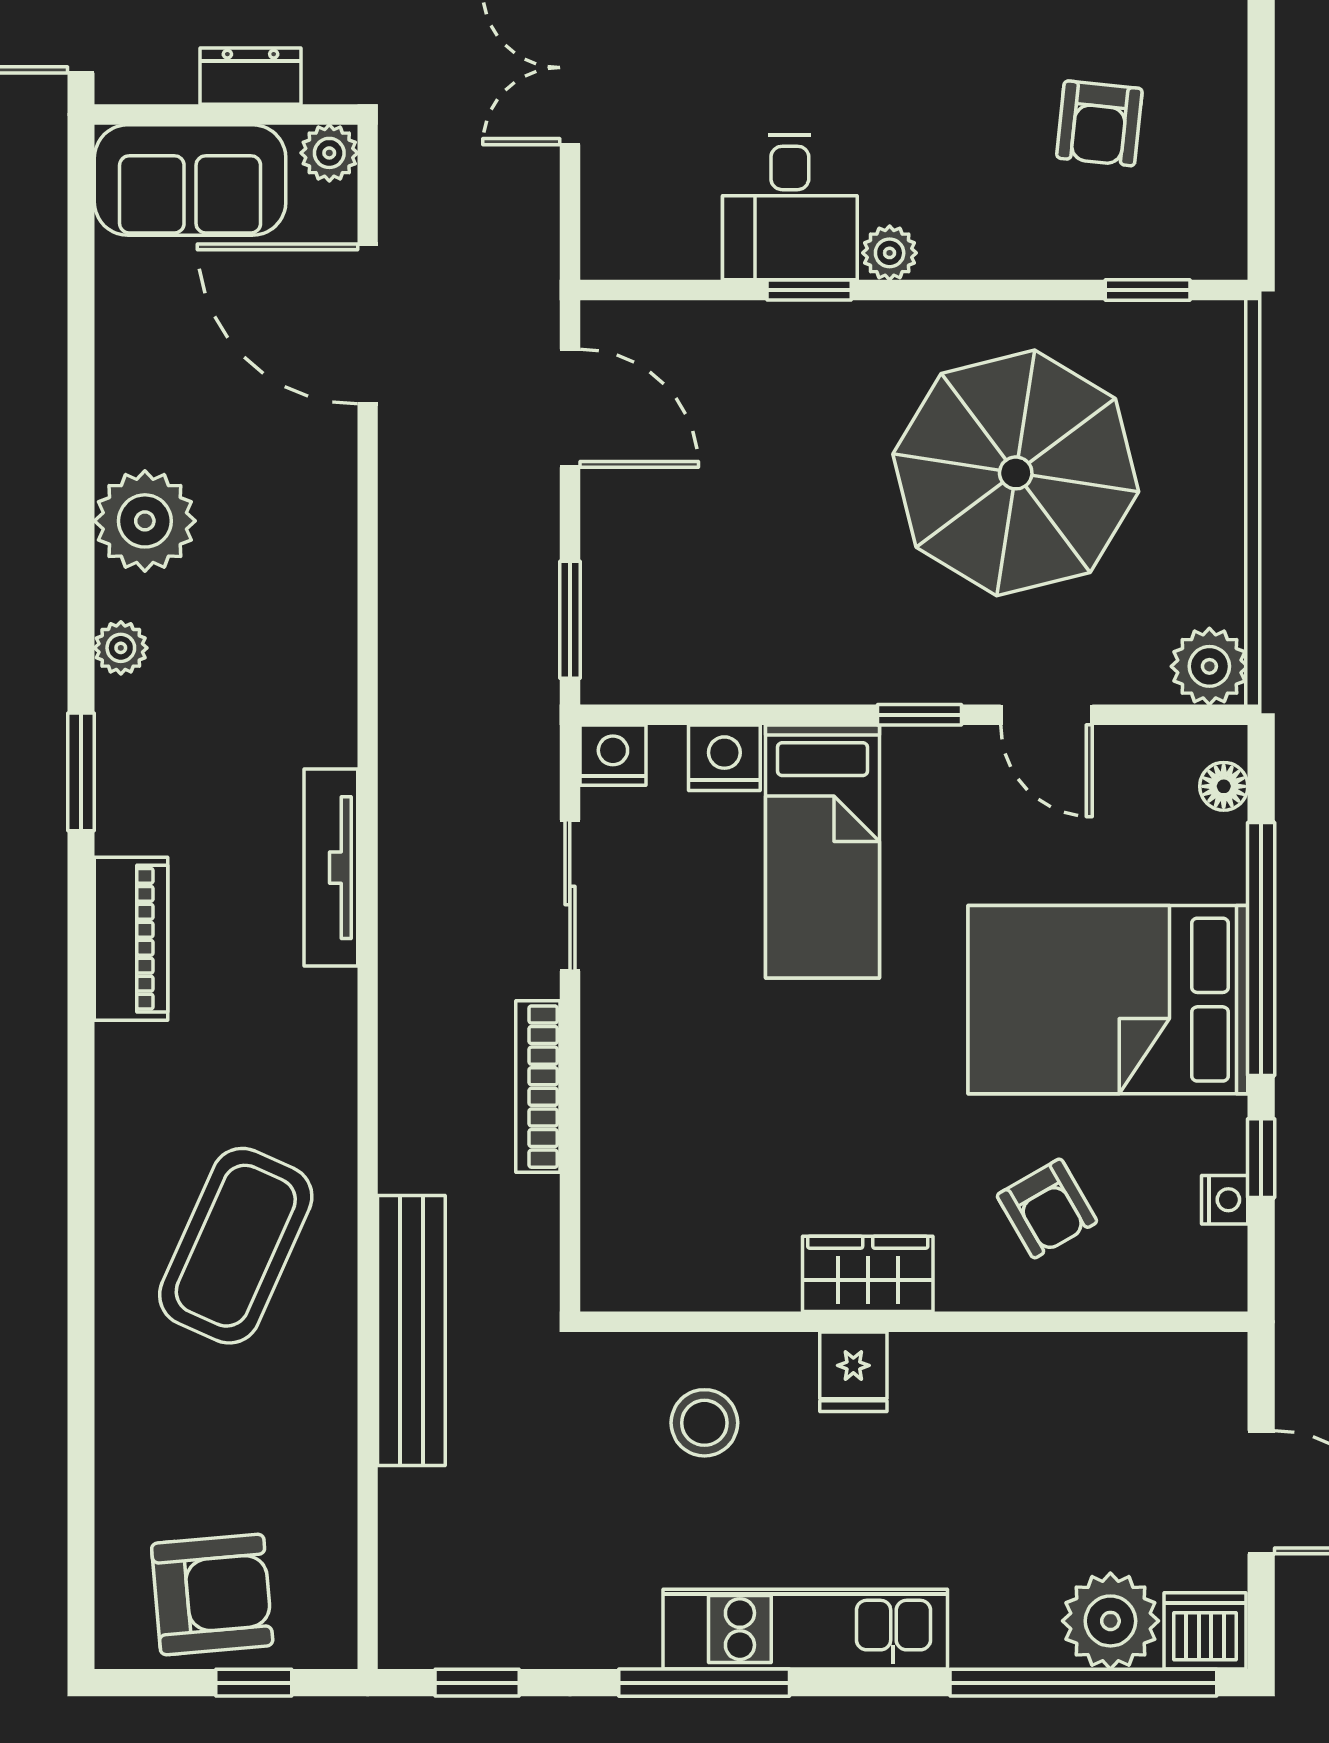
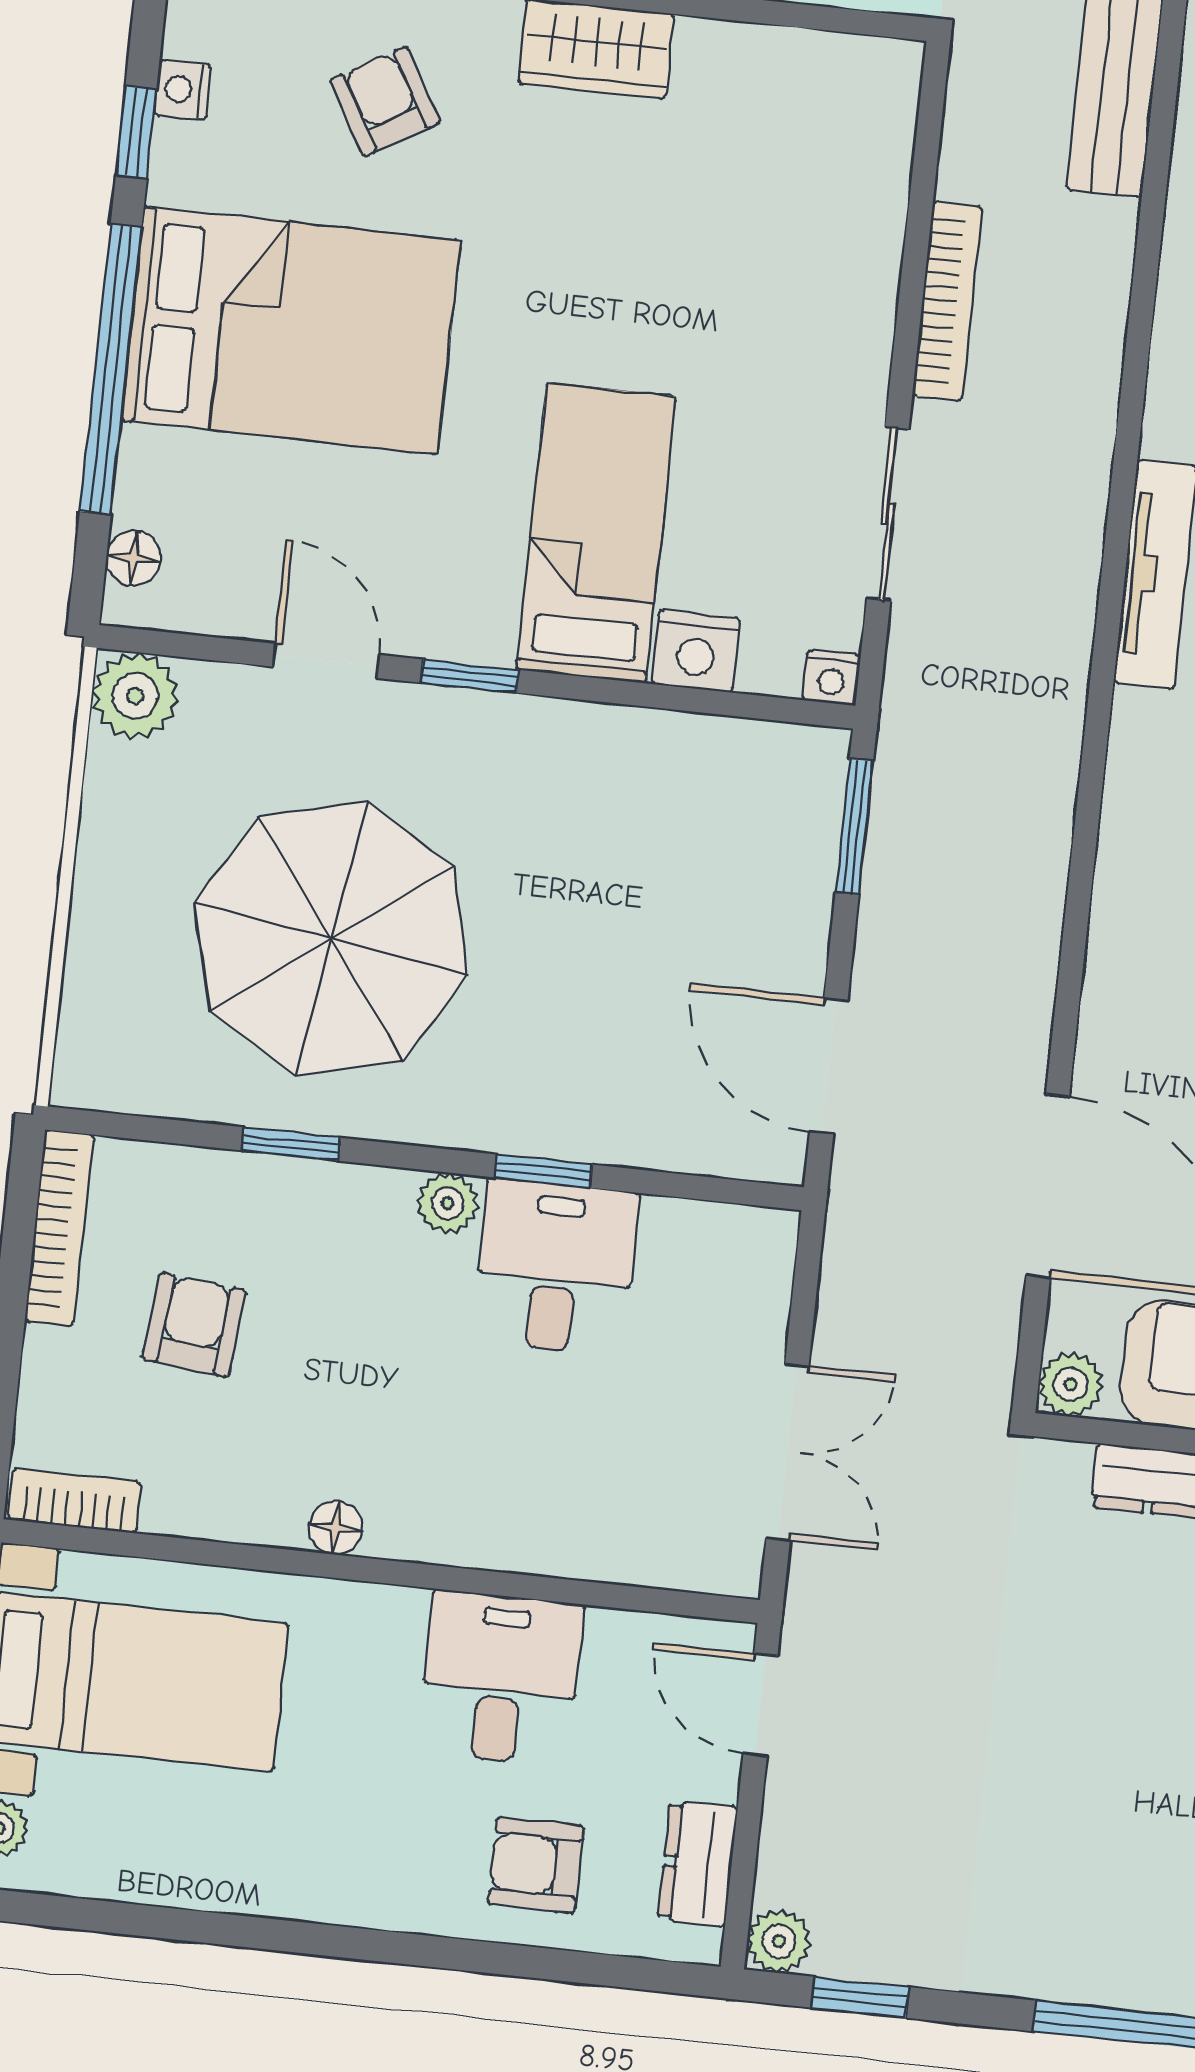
bookcase: (1226, 195) -> (59, 1228), added
window: (1148, 290) -> (291, 1144), moved
nightstand: (613, 755) -> (831, 678), width x0.72, depth x0.74

